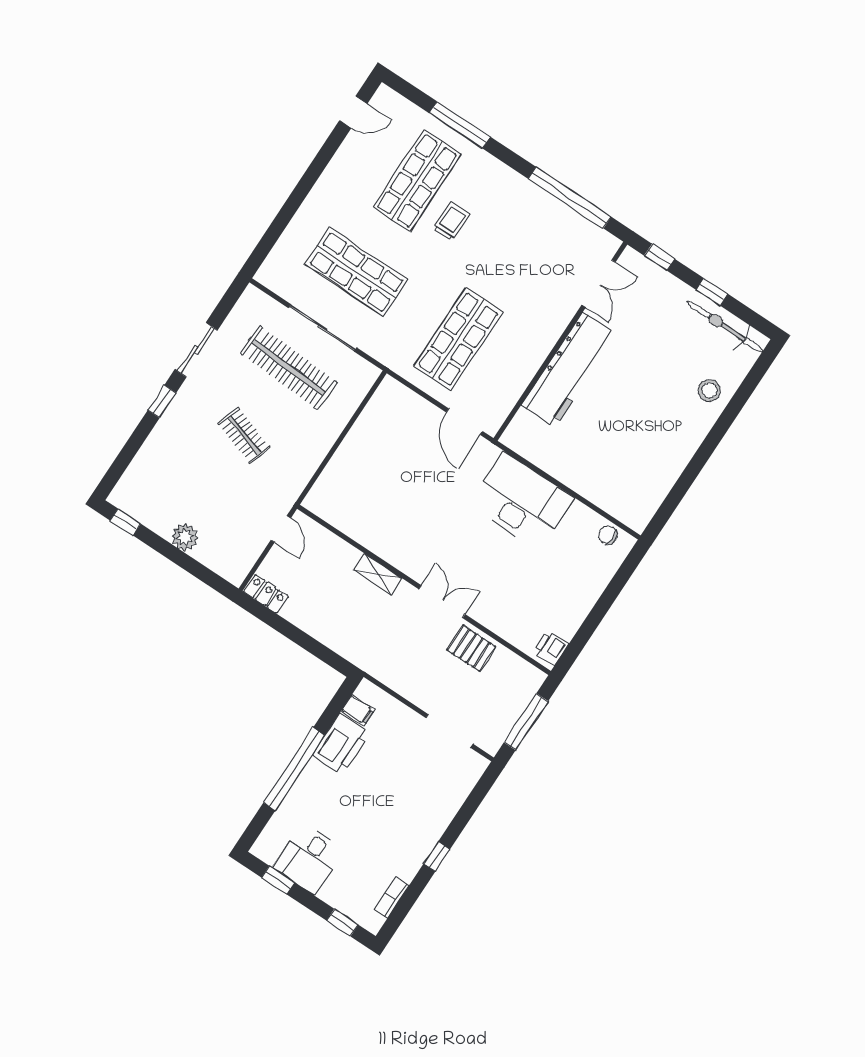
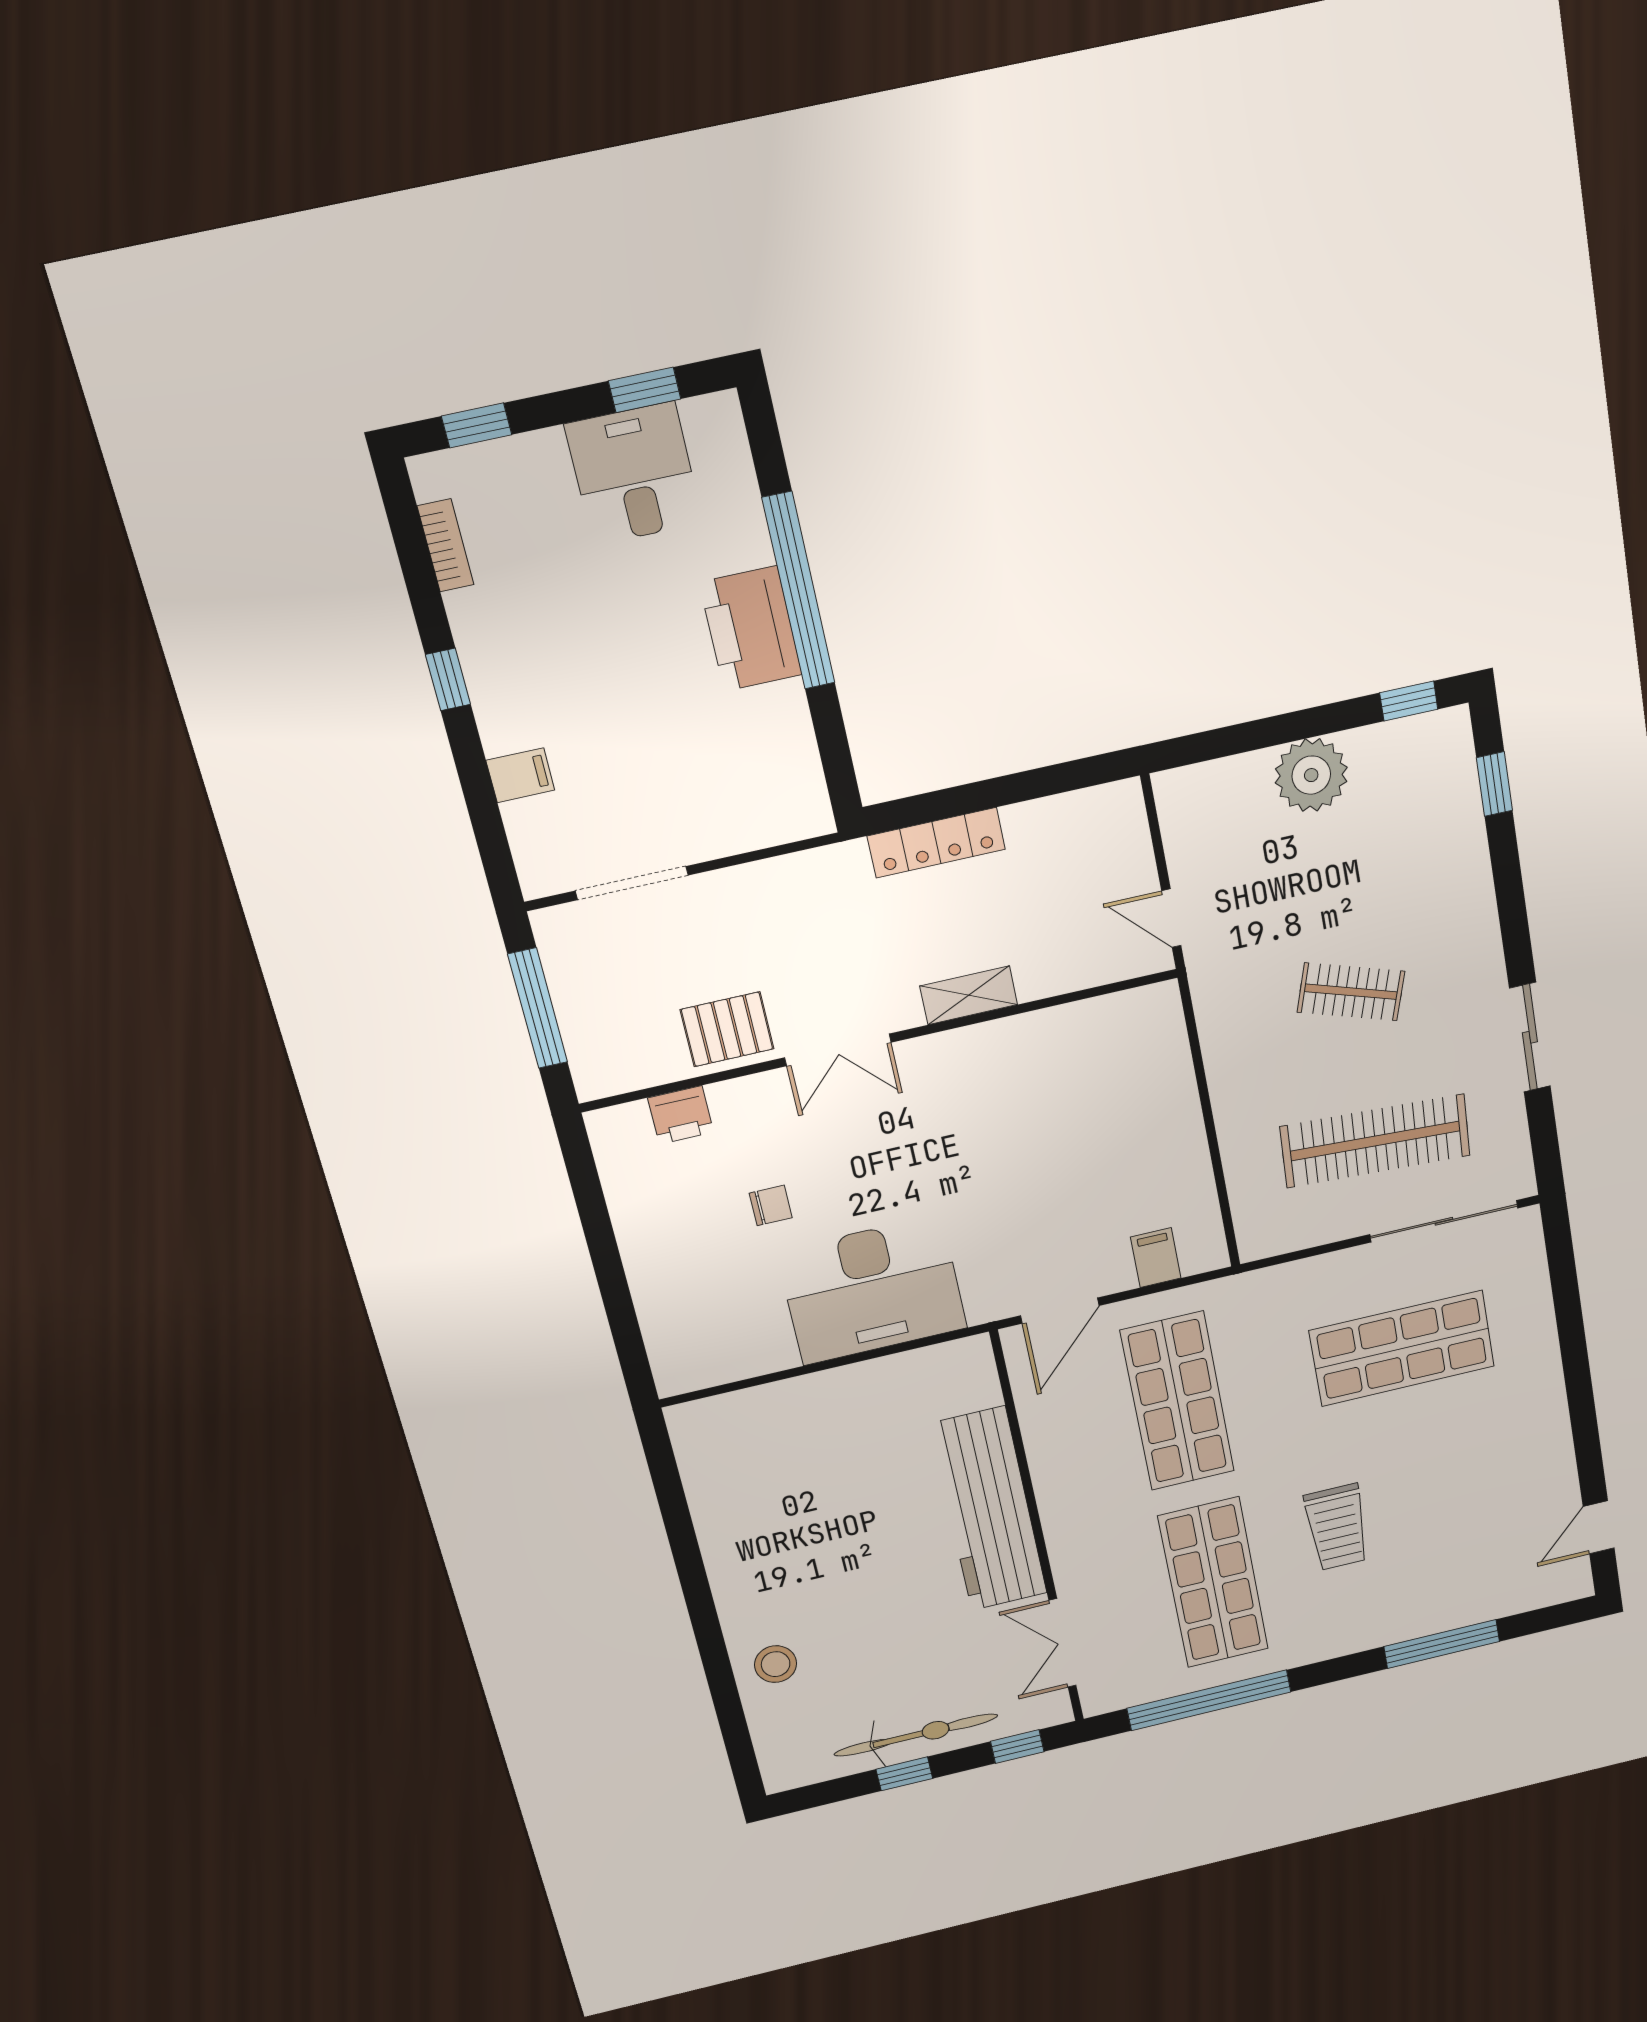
shop shelf: (417, 181) -> (1213, 1583), moved
trolley: (451, 221) -> (1337, 1527), width x1.36, depth x1.39
bicycle: (725, 327) -> (916, 1735), moved
sliding door: (323, 328) -> (1444, 1221), moved
window: (162, 401) -> (1494, 784), moved
filing cabinet: (410, 406) -> (1156, 1258), added
door: (464, 422) -> (1060, 1311), swing flipped
chair: (608, 535) -> (771, 1205), moved
plant: (185, 537) -> (1311, 775), width x1.36, depth x1.36
locker: (266, 594) -> (936, 843), moved, width x1.53
printer: (551, 648) -> (681, 1115), moved, turned 90
filing cabinet: (358, 710) -> (520, 775), moved, turned 180
printer: (341, 745) -> (751, 629), moved

